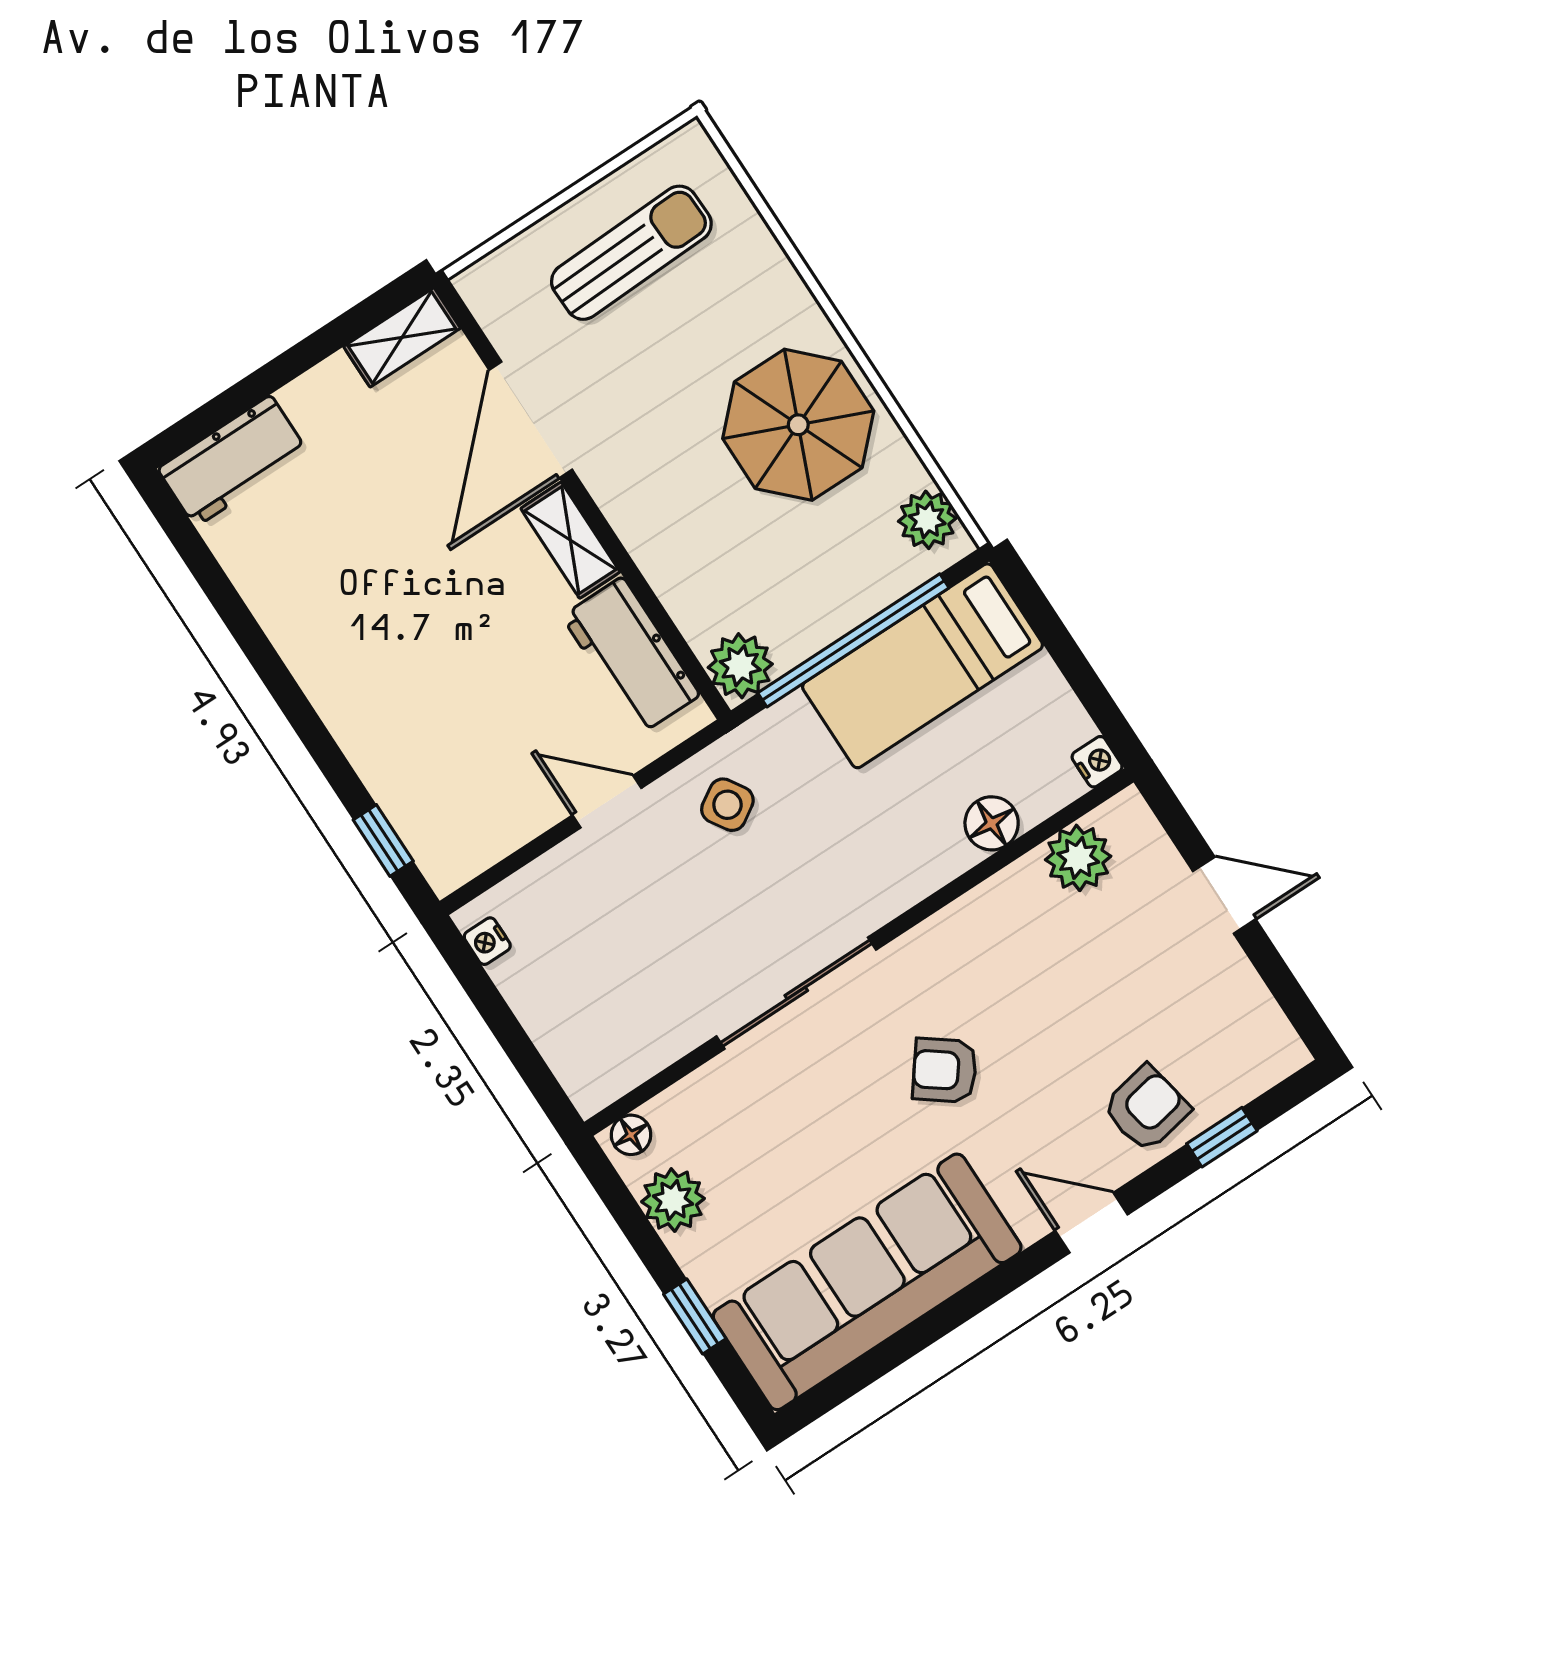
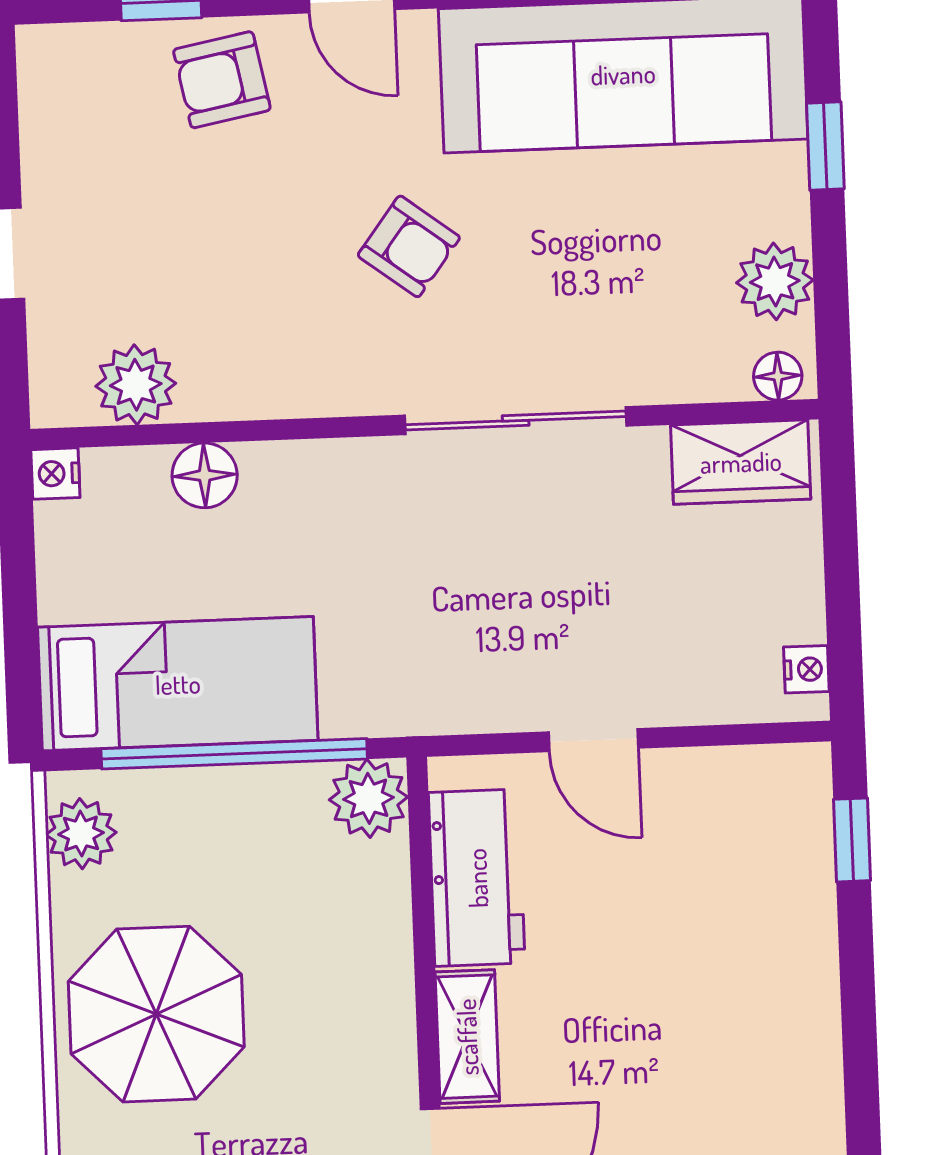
side table: (727, 805) -> (469, 661), removed
wardrobe: (621, 1059) -> (741, 462), added

